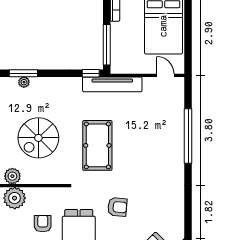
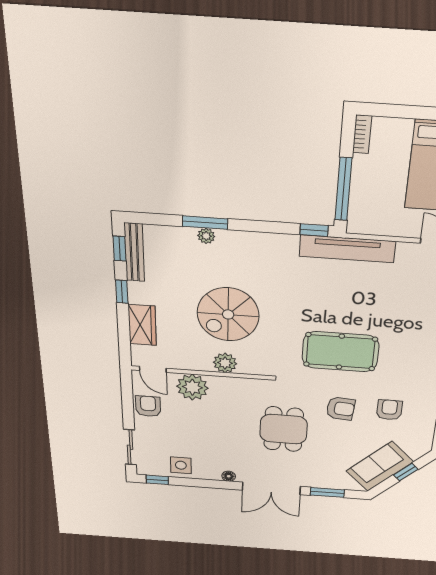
pool table: (97, 145) -> (340, 352), moved, turned 90
plant: (12, 176) -> (225, 363), moved
armchair: (43, 224) -> (389, 410), moved

